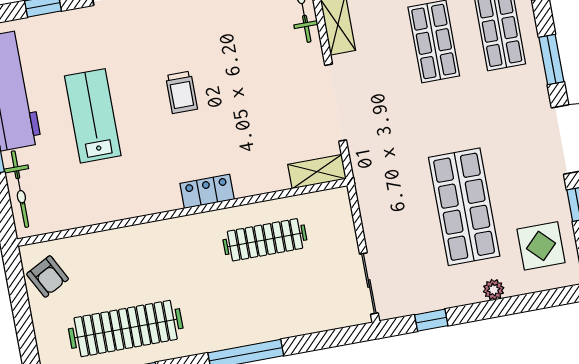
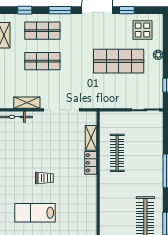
lab bench: (93, 116) -> (35, 213), moved
shelving: (317, 172) -> (91, 138), moved
locker: (207, 191) -> (91, 163), moved

